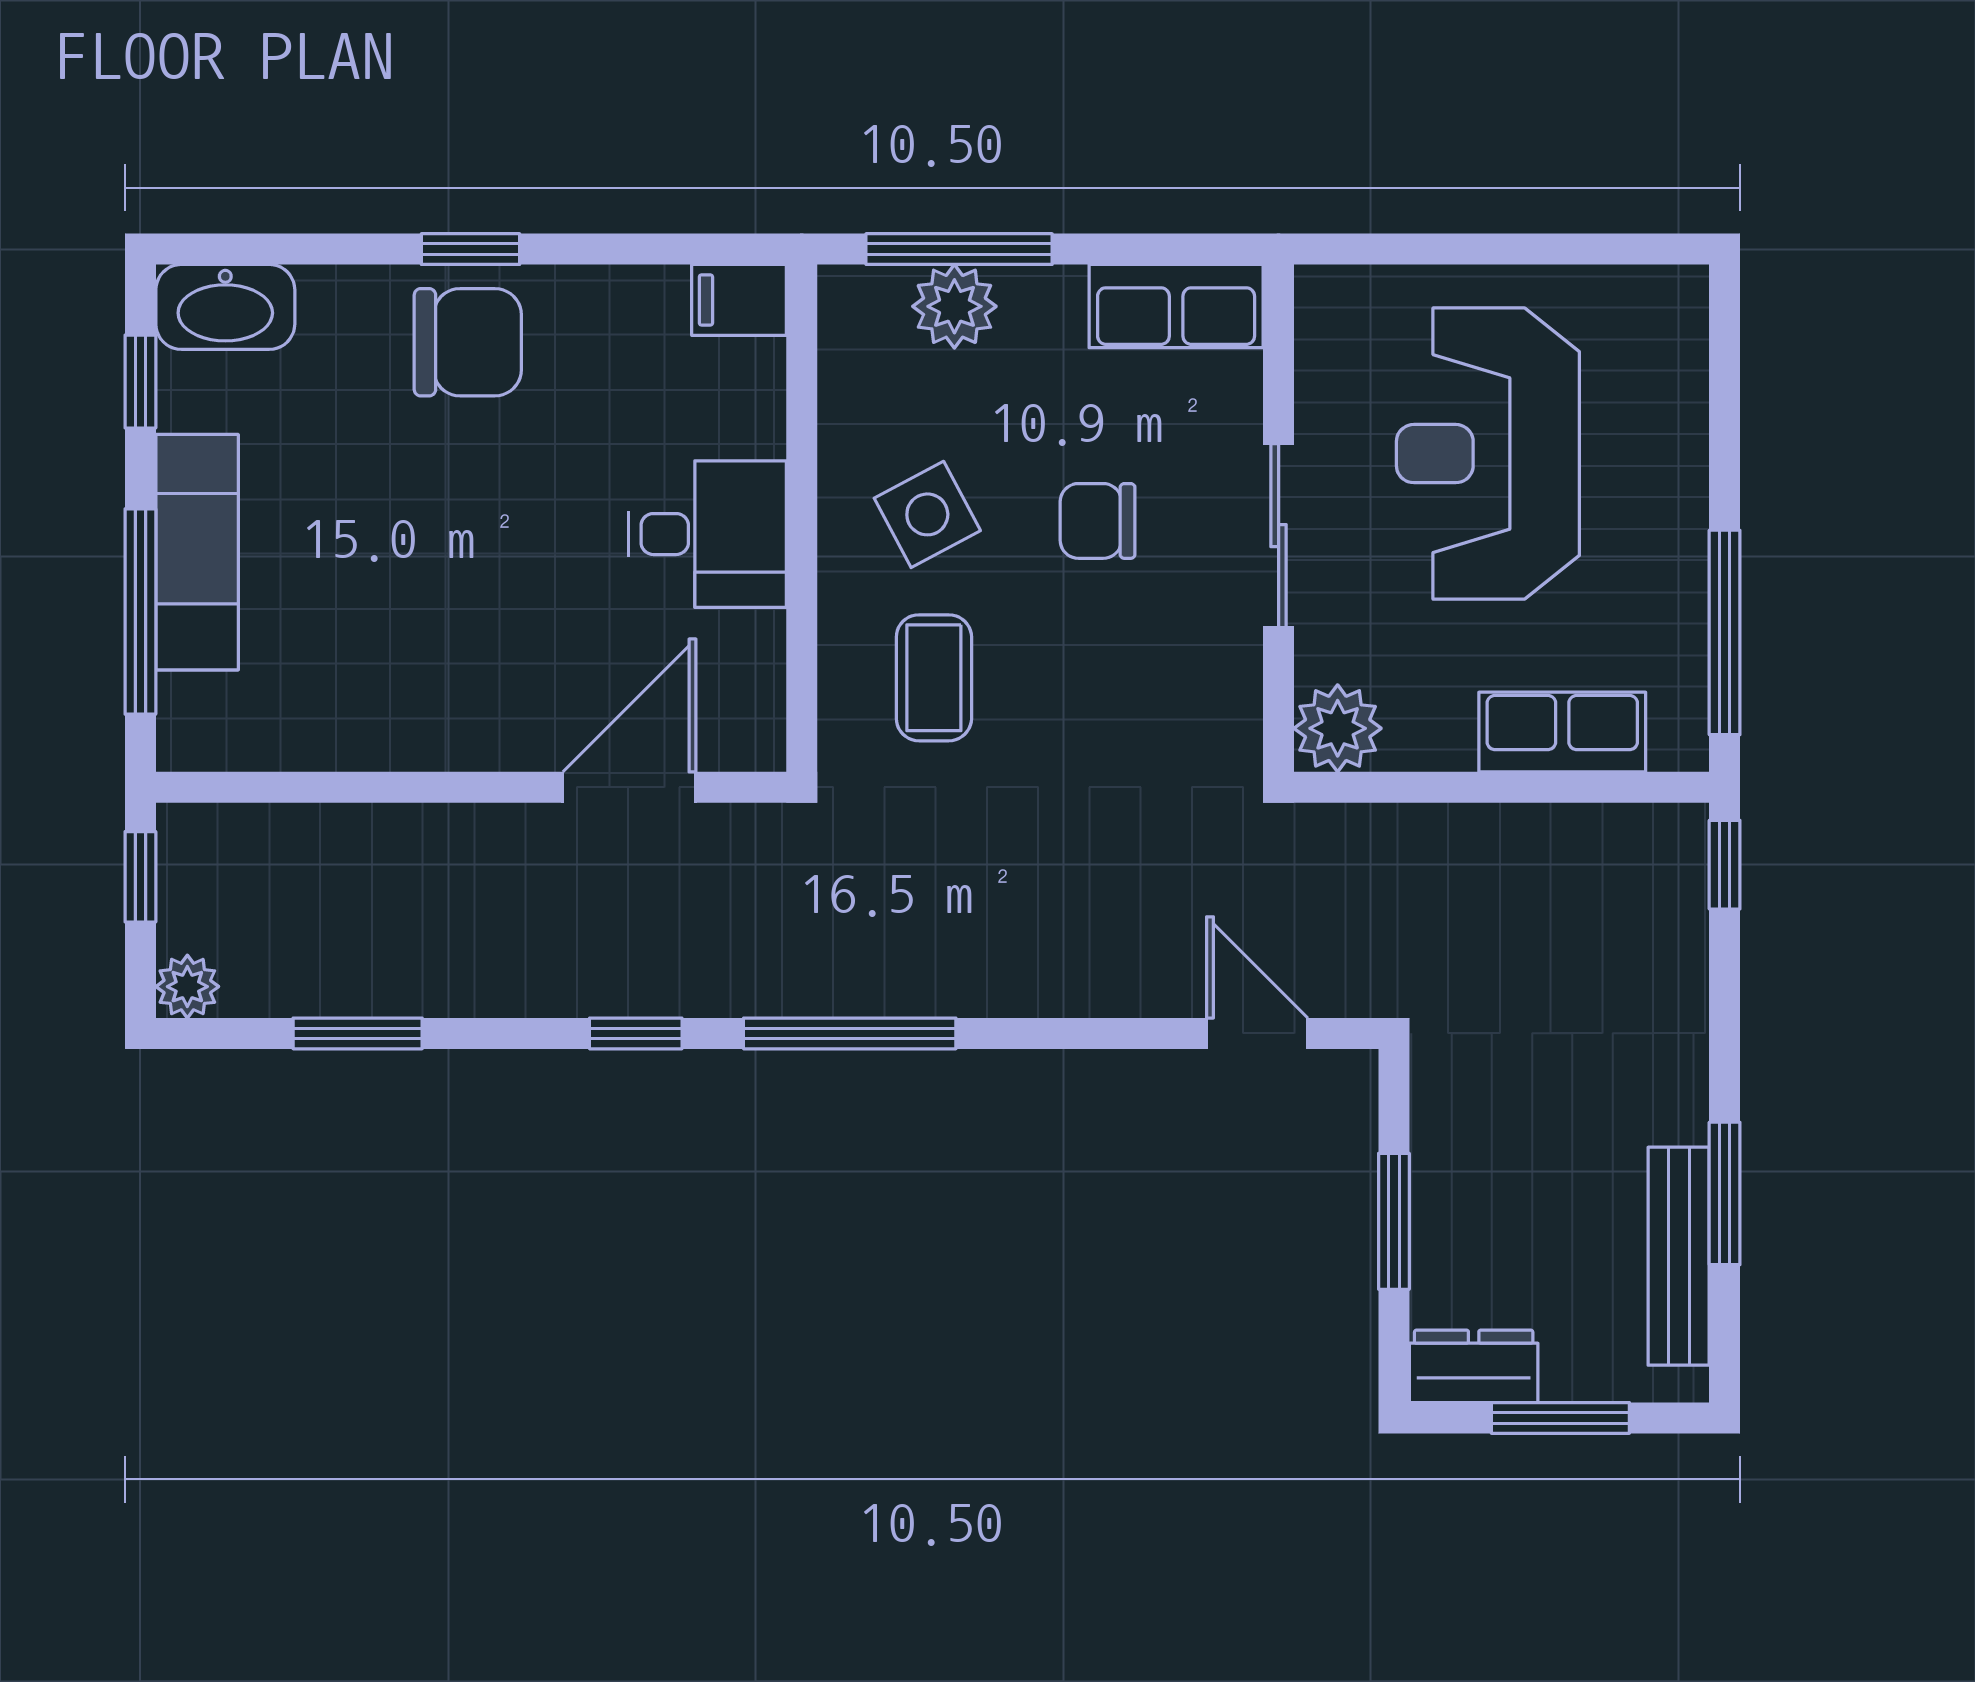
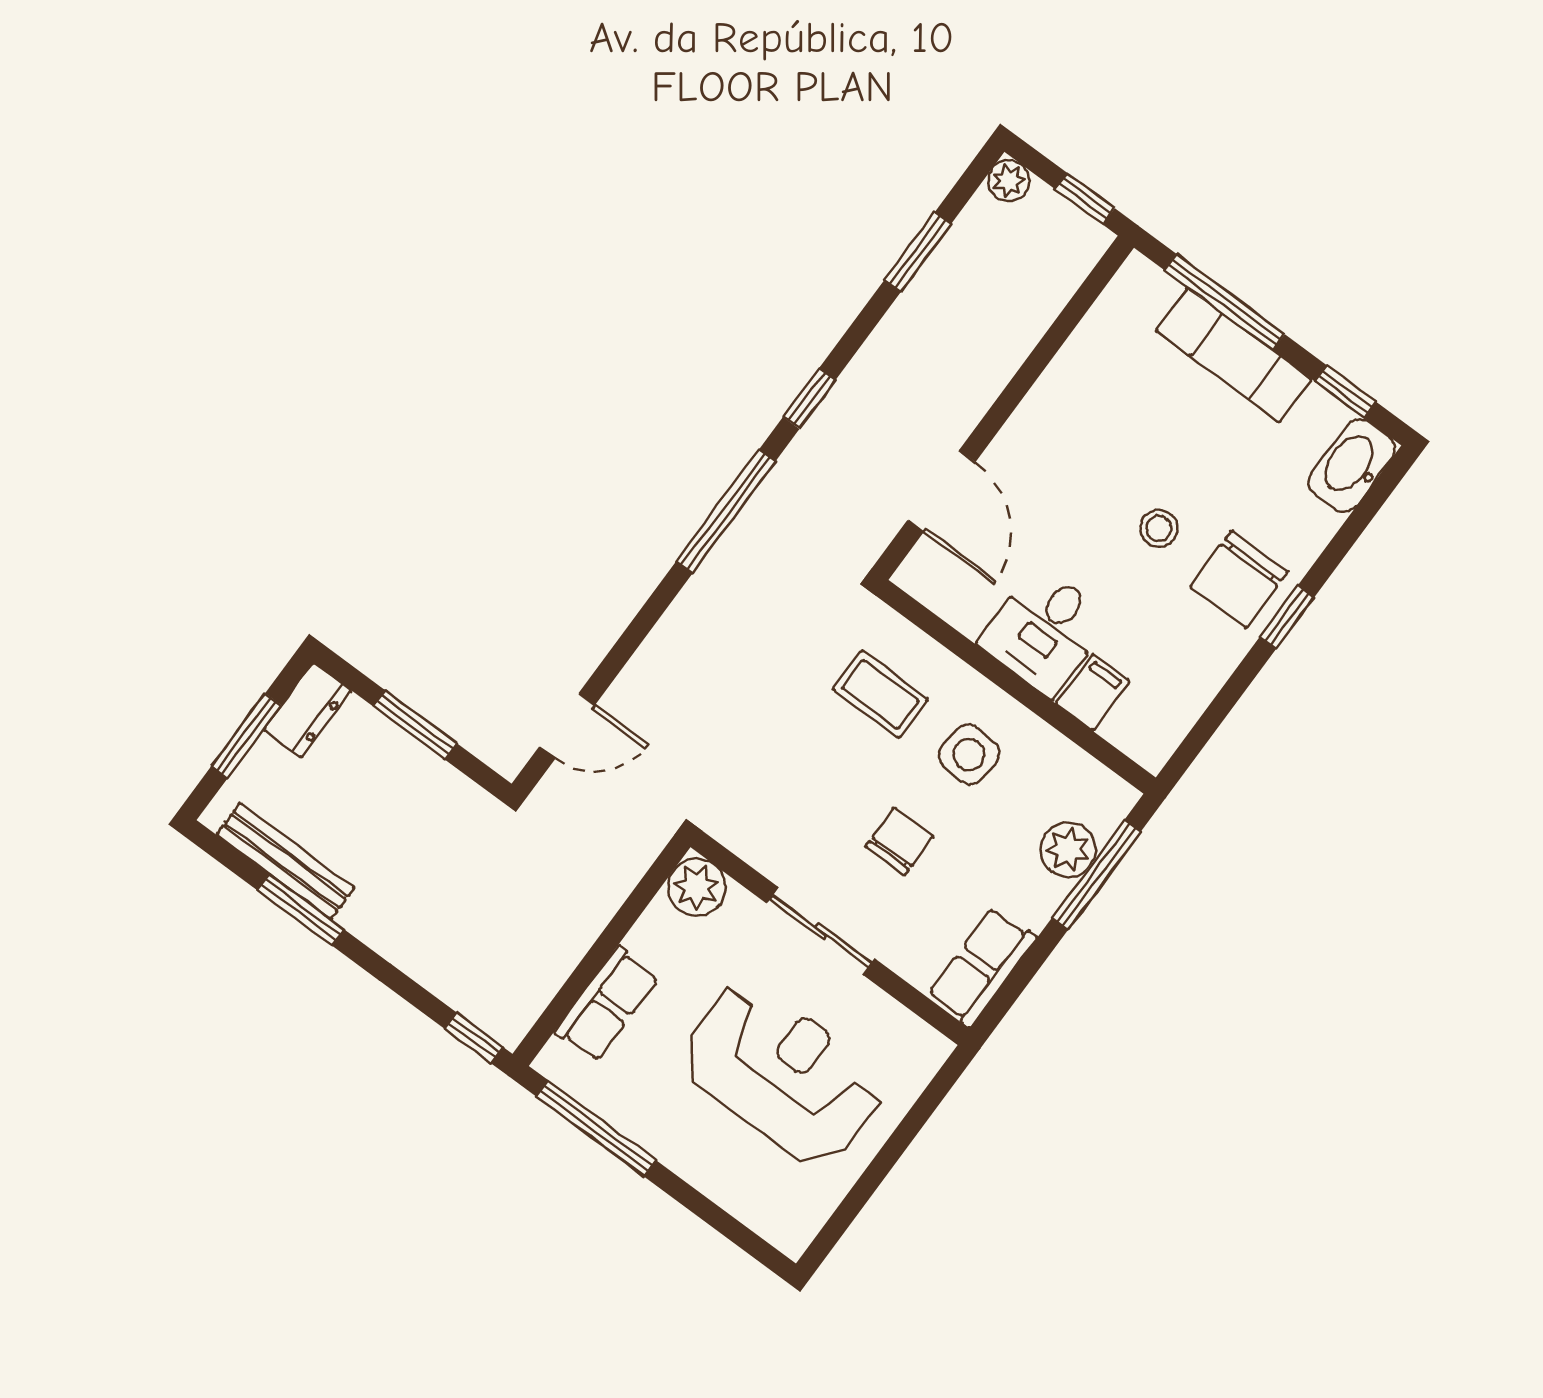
filing cabinet: (739, 300) -> (1093, 692), moved
stool: (478, 487) -> (1159, 529), added
side table: (927, 514) -> (969, 754), turned 34

